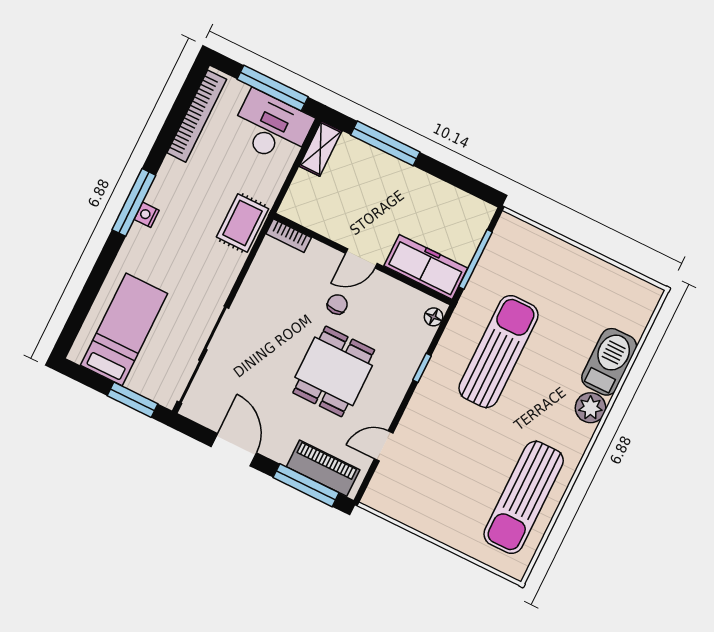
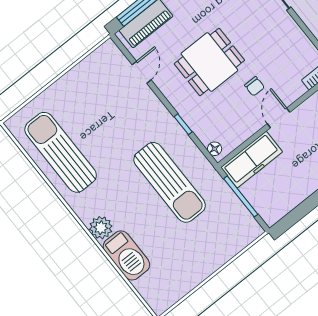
dining table: (334, 371) -> (209, 62), turned 90

